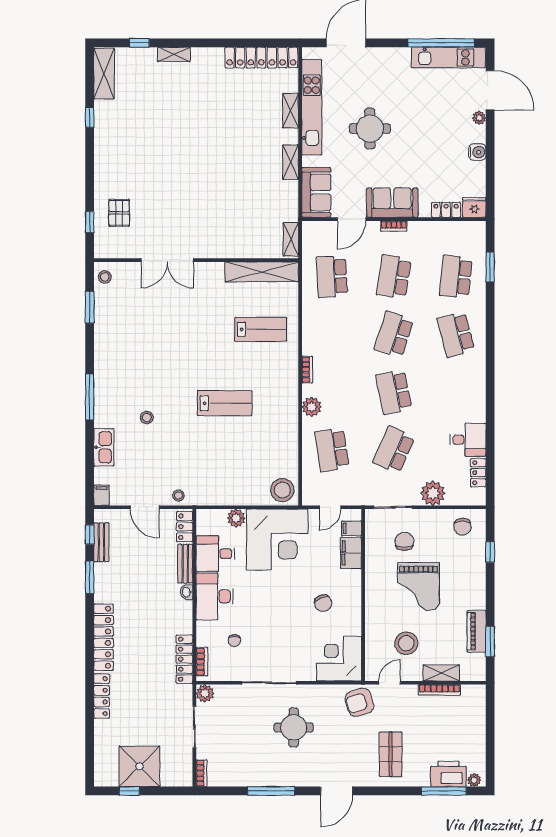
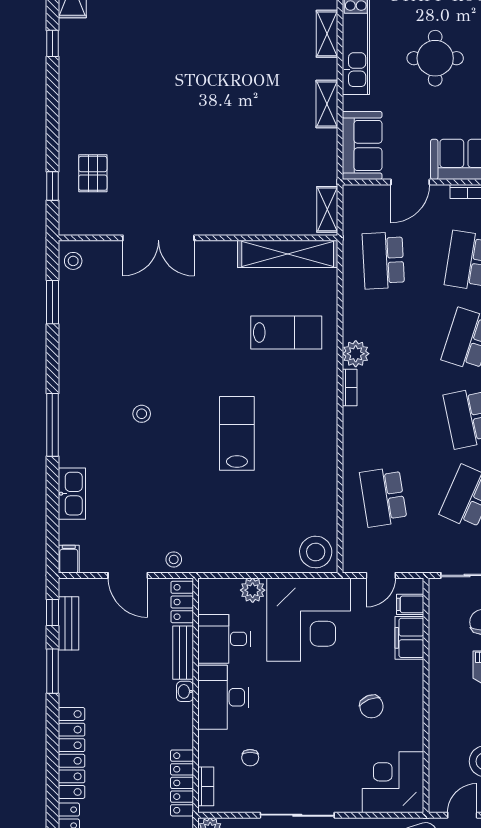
lab bench: (225, 403) -> (237, 433), turned -90
plant: (312, 407) -> (356, 354), moved
stool: (147, 417) -> (142, 414), moved

